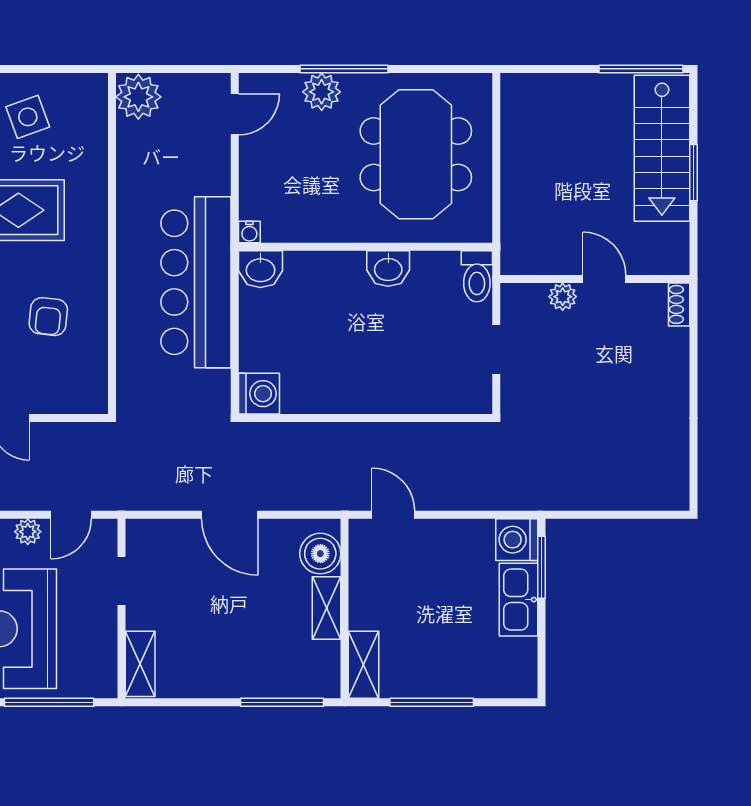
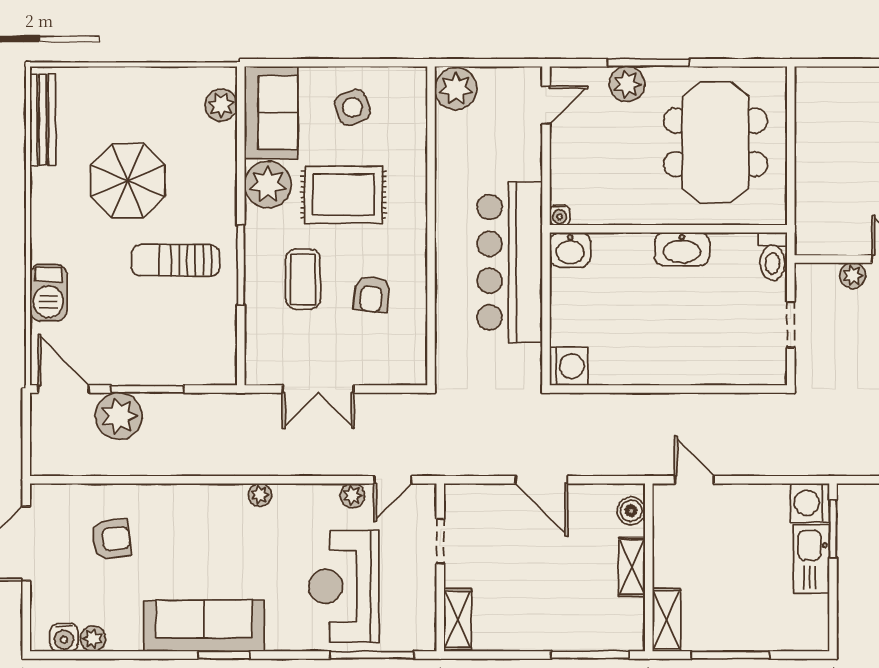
washbasin: (388, 268) -> (682, 249), width x1.38
boiler: (320, 554) -> (631, 511), width x0.73, depth x0.73

